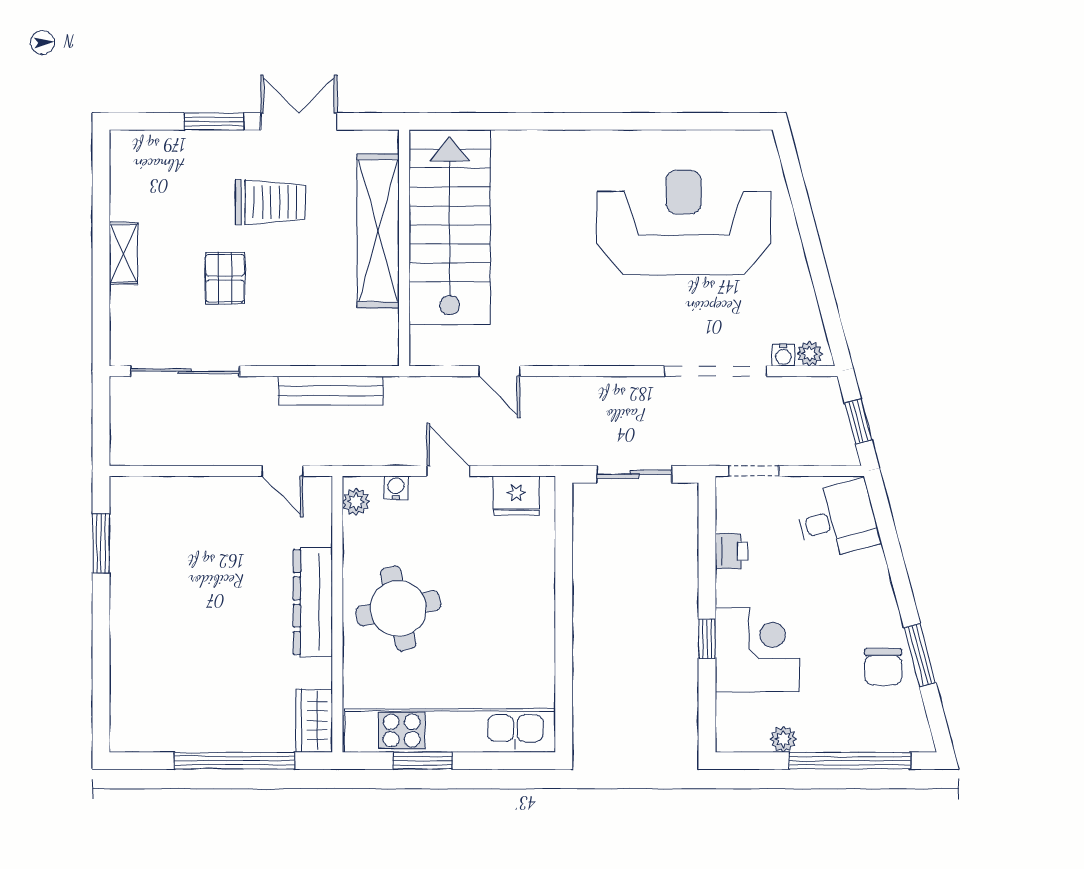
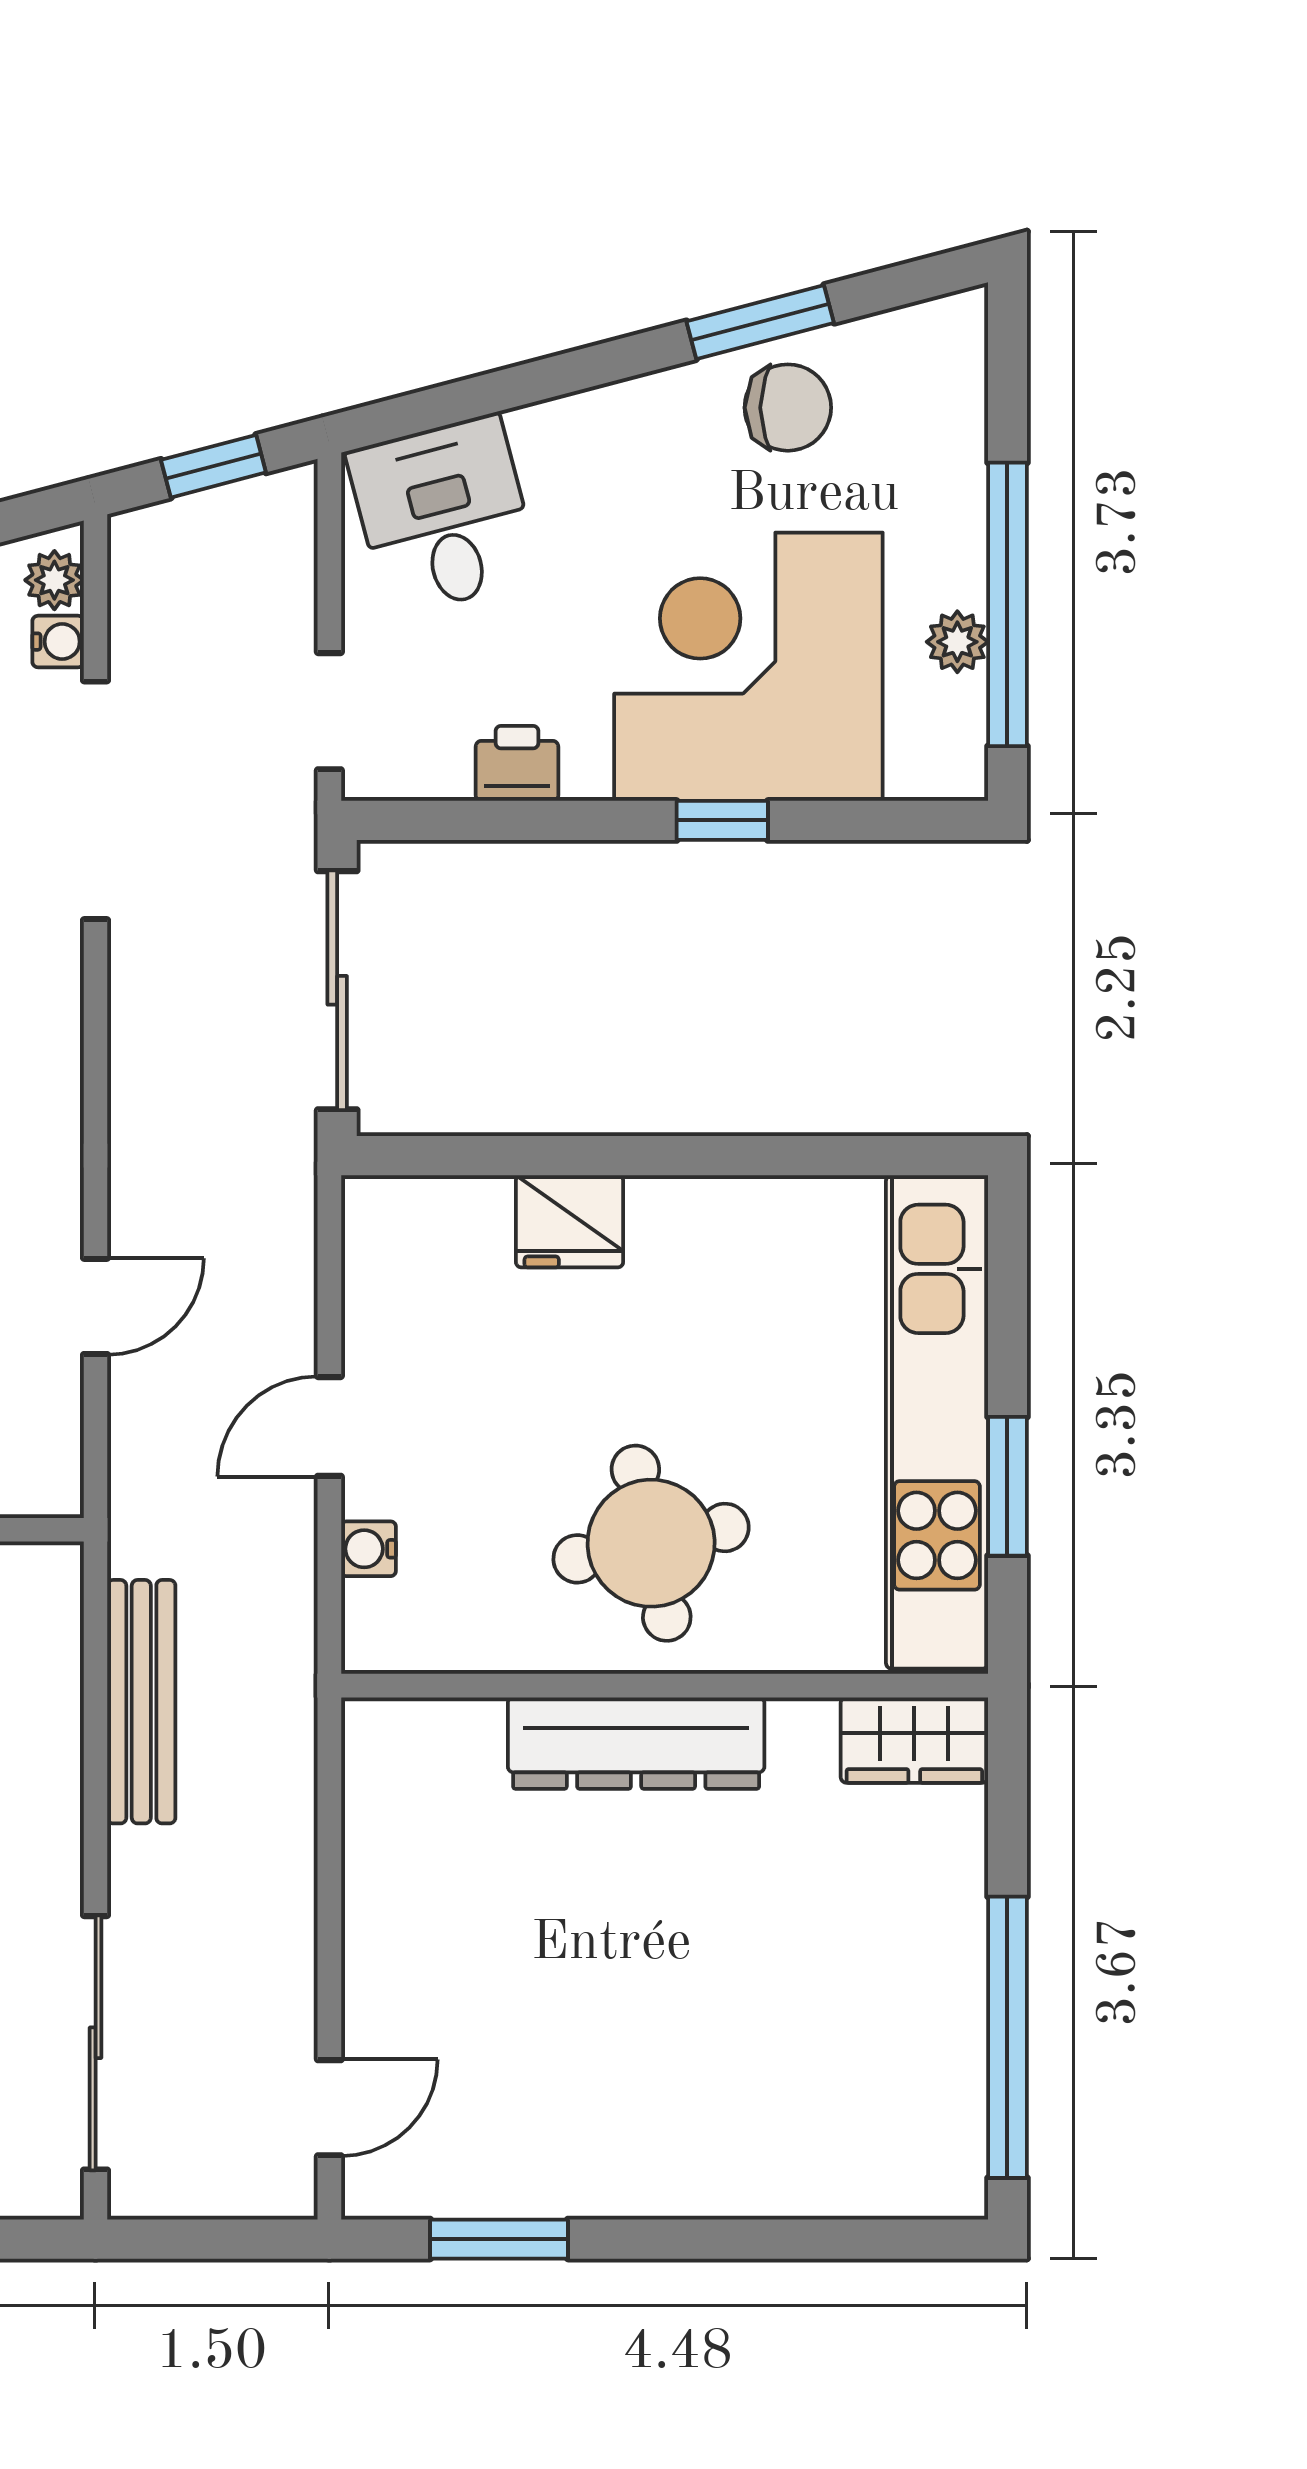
door: (282, 471) -> (329, 2108), moved
sliding door: (634, 474) -> (337, 990), width x1.37
fridge: (516, 496) -> (570, 1221), moved, turned 90
plant: (356, 502) -> (401, 1642), removed
corner desk: (757, 650) -> (748, 667), width x1.36, depth x1.36
window: (234, 761) -> (1007, 2037), moved
window: (850, 761) -> (1007, 604), moved

